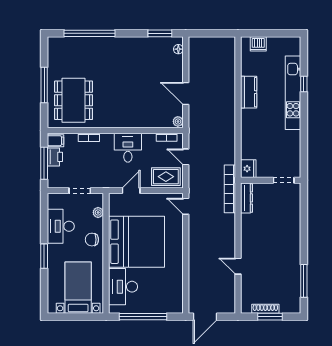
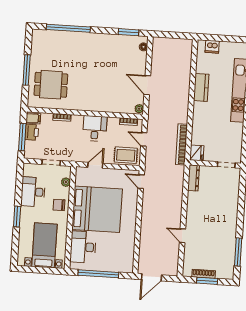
dining table: (74, 100) -> (51, 85), width x0.73
bookcase: (230, 189) -> (181, 144), moved

